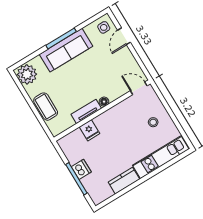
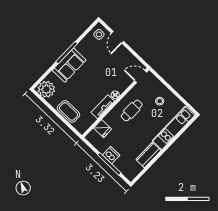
sofa: (66, 50) -> (69, 65), width x0.73
cafe table: (118, 124) -> (132, 110), added
fridge: (90, 130) -> (103, 129), moved

